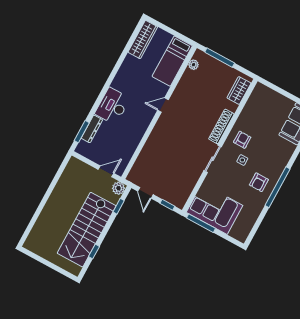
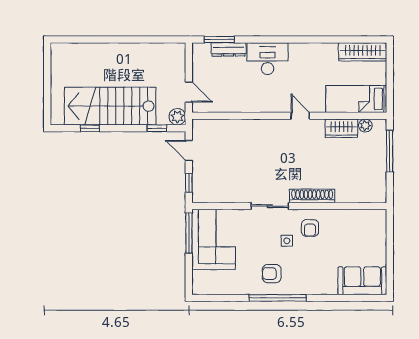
wardrobe: (239, 91) -> (341, 128), moved, turned 180
armchair: (242, 140) -> (310, 228), turned 90
door: (145, 193) -> (189, 150), hinge flipped

